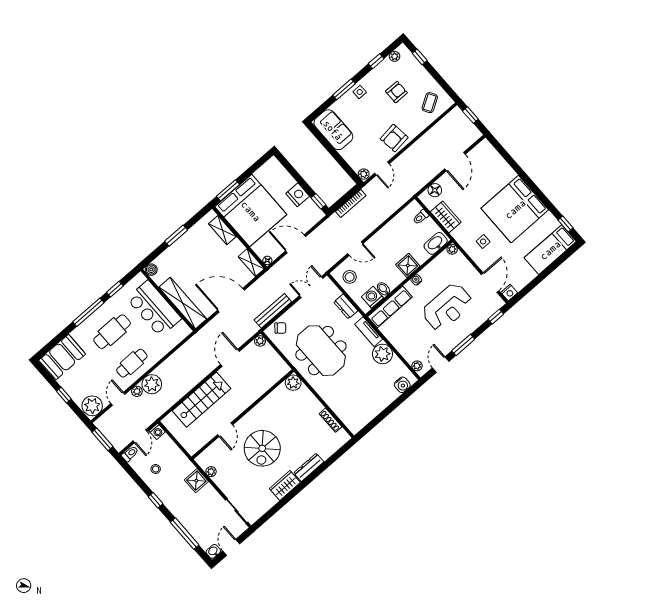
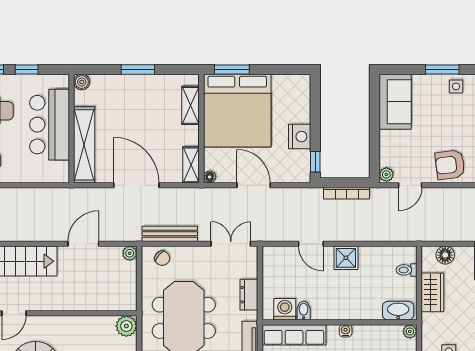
shower: (408, 265) -> (346, 258), moved
stool: (350, 277) -> (280, 268), removed

